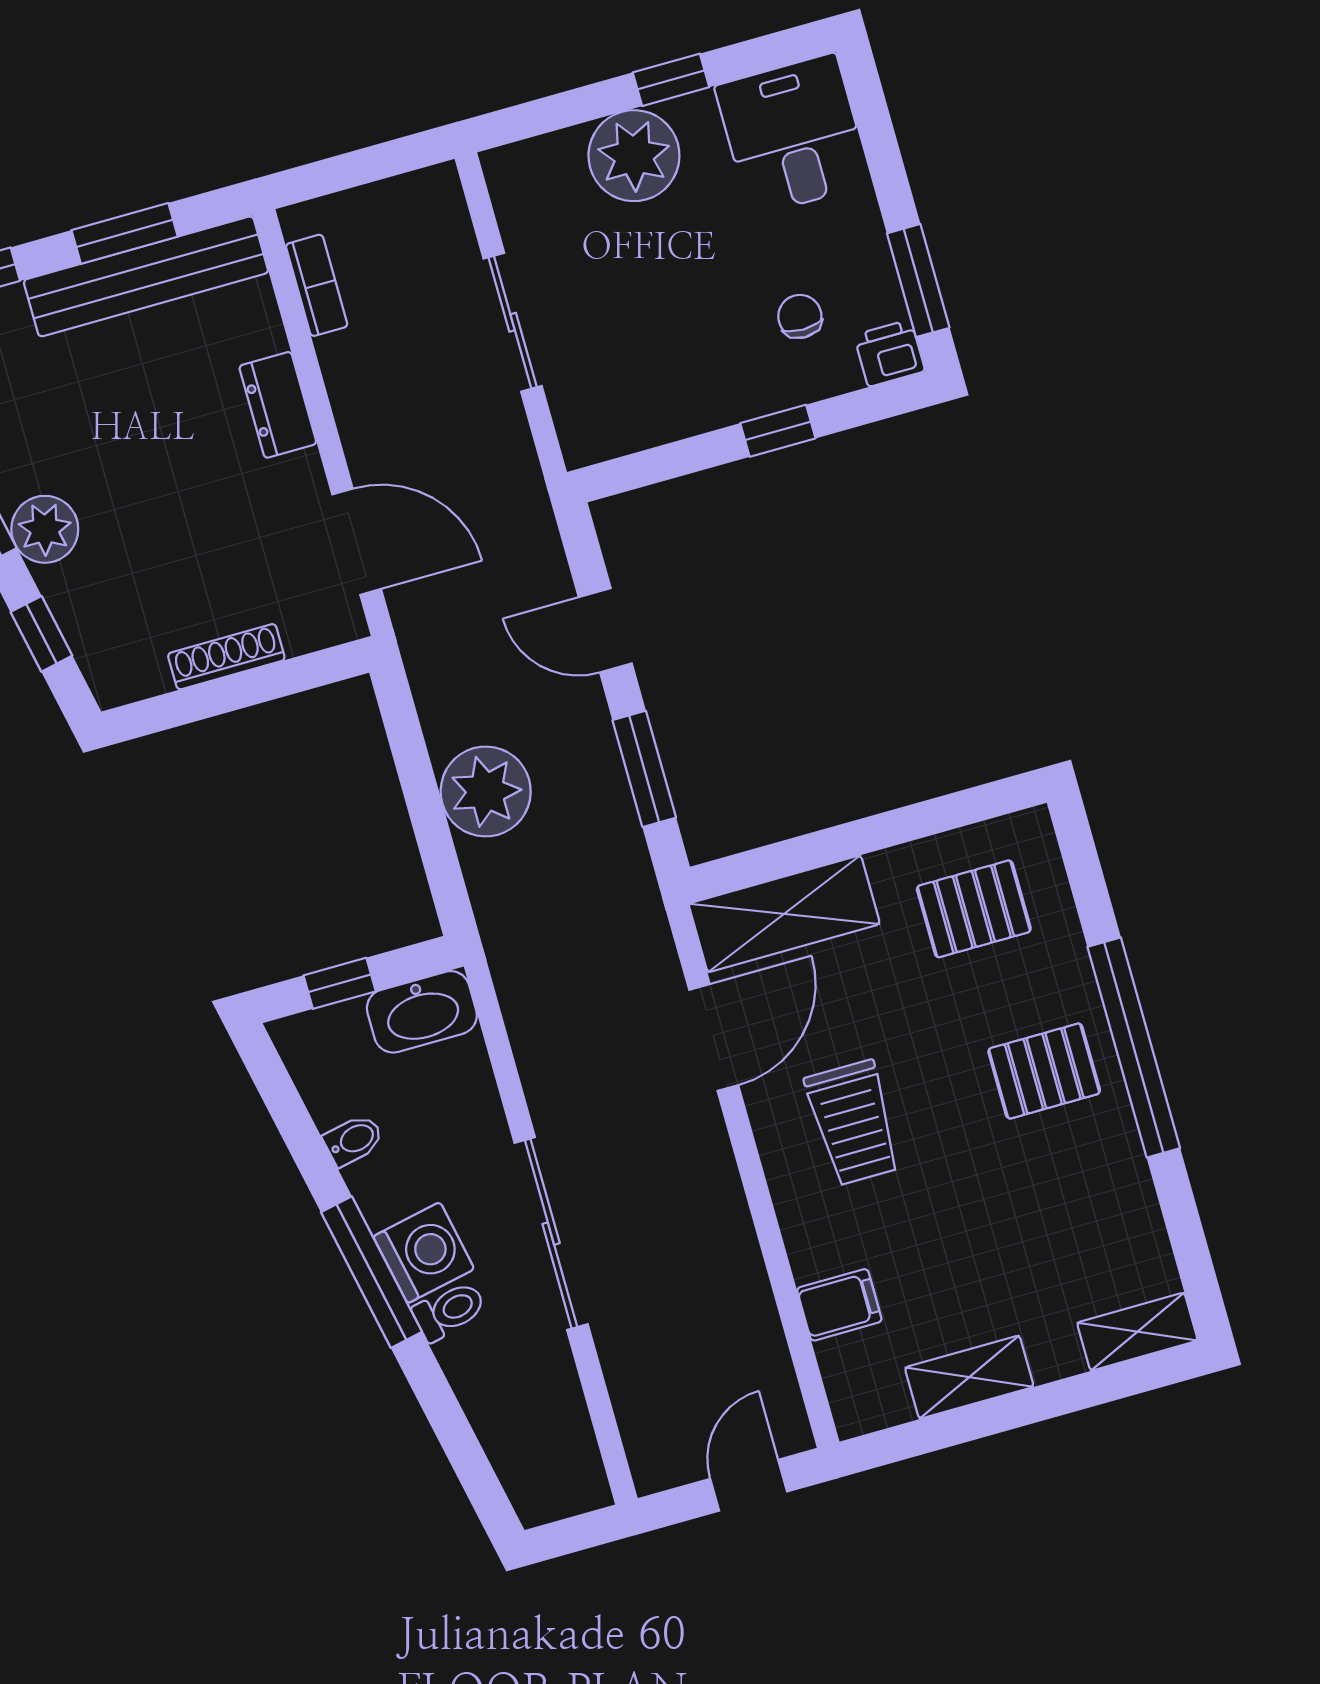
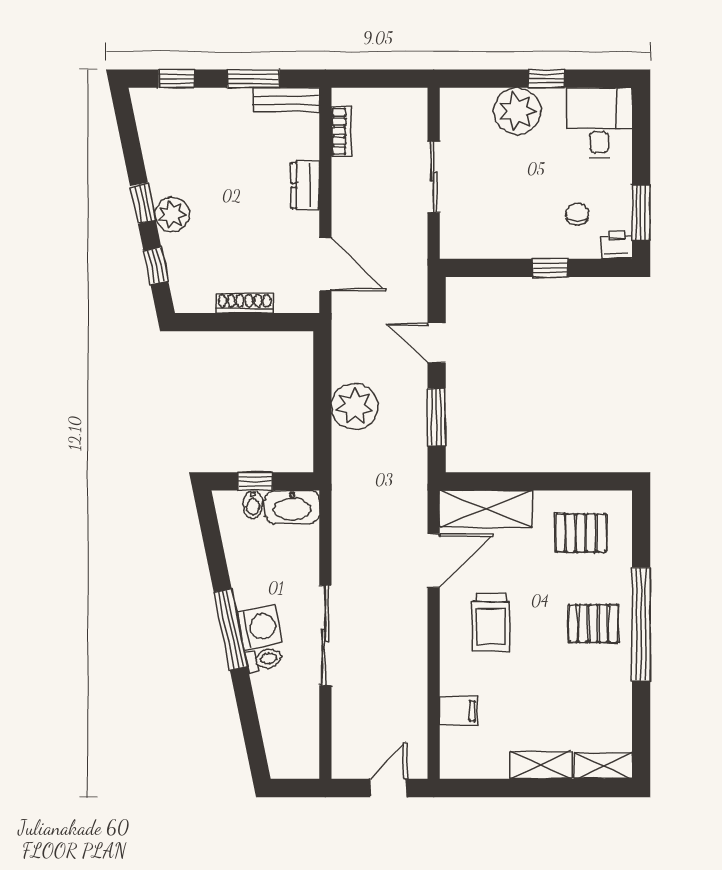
bench: (146, 276) -> (286, 100), width x0.54, depth x0.82
bidet: (353, 1140) -> (253, 504), moved, turned 102
shelving: (969, 1377) -> (541, 765), moved

